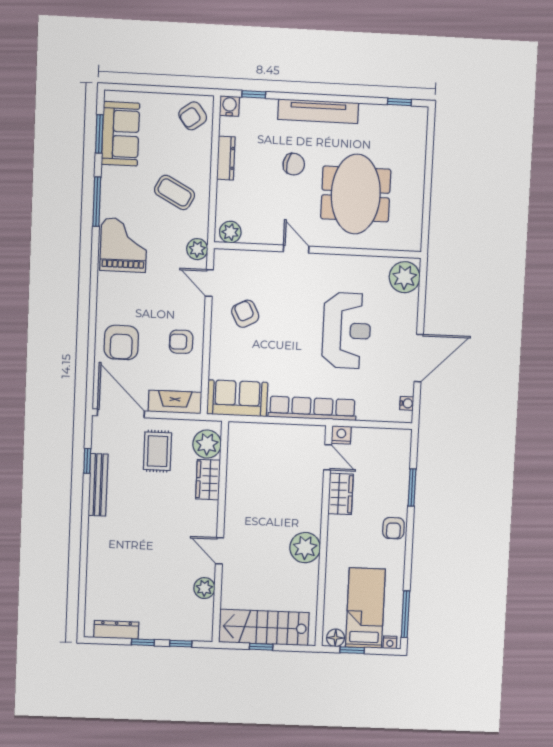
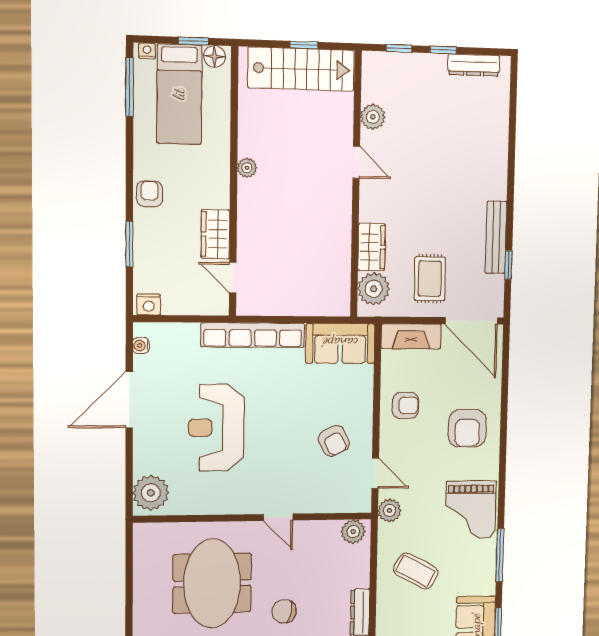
armchair: (121, 342) -> (467, 428), moved, turned 180
nightstand: (341, 435) -> (149, 304), moved
plant: (305, 548) -> (247, 168), width x0.53, depth x0.53

